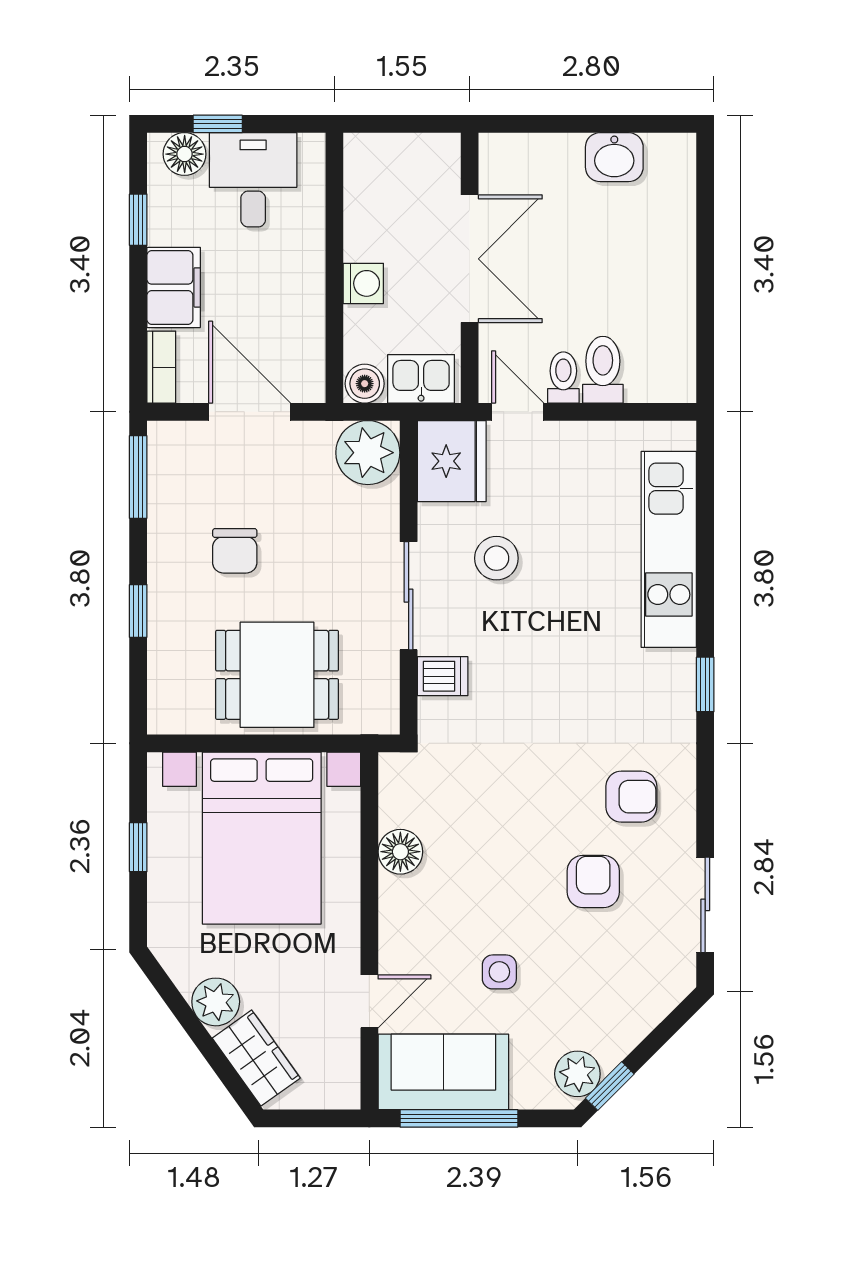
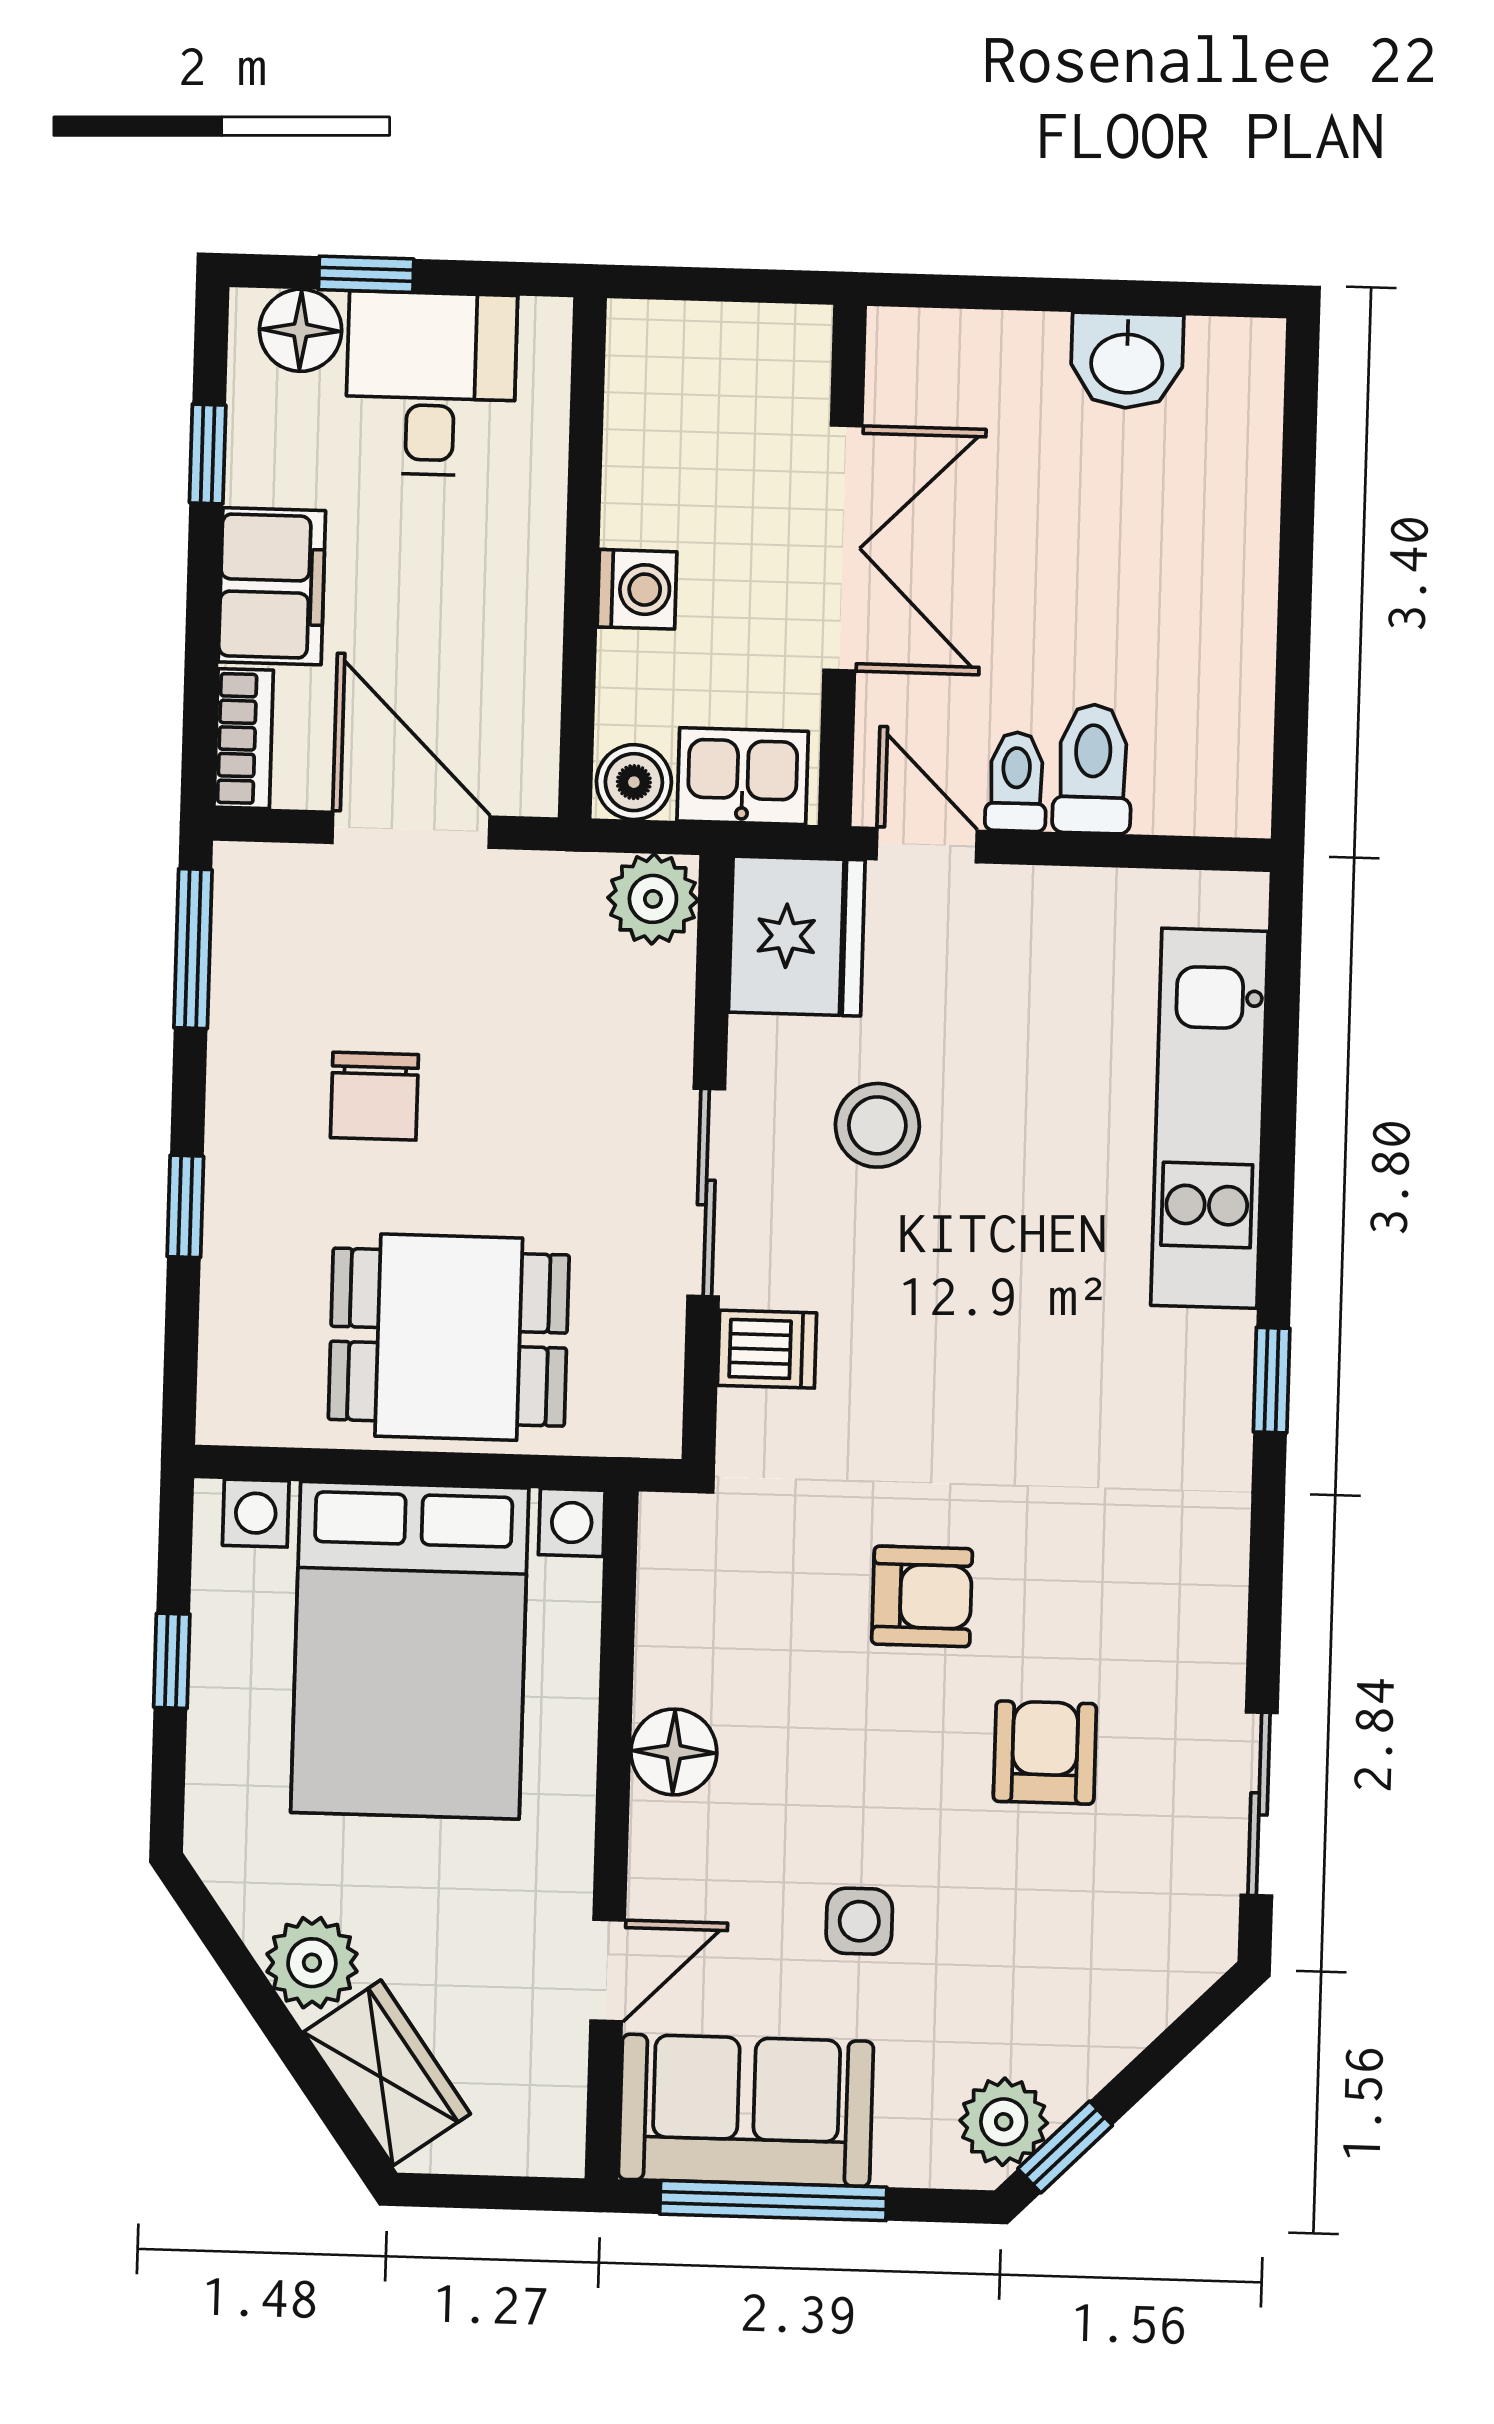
plant: (368, 453) -> (653, 899), width x0.73, depth x0.73
armchair: (631, 797) -> (922, 1596), moved
floor lamp: (400, 852) -> (674, 1752), moved

